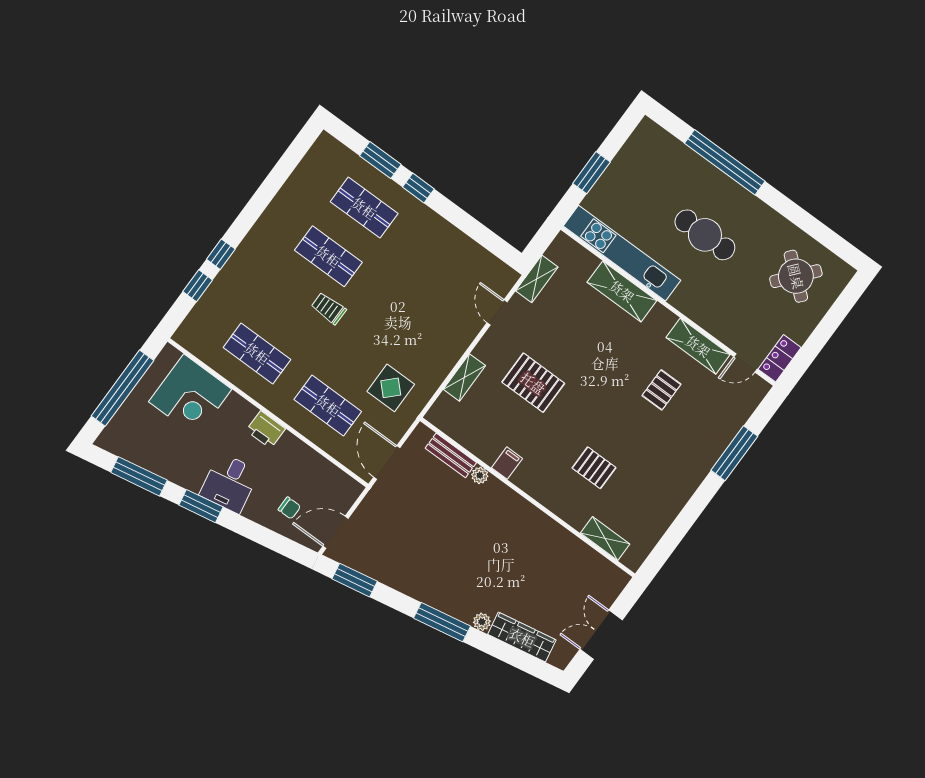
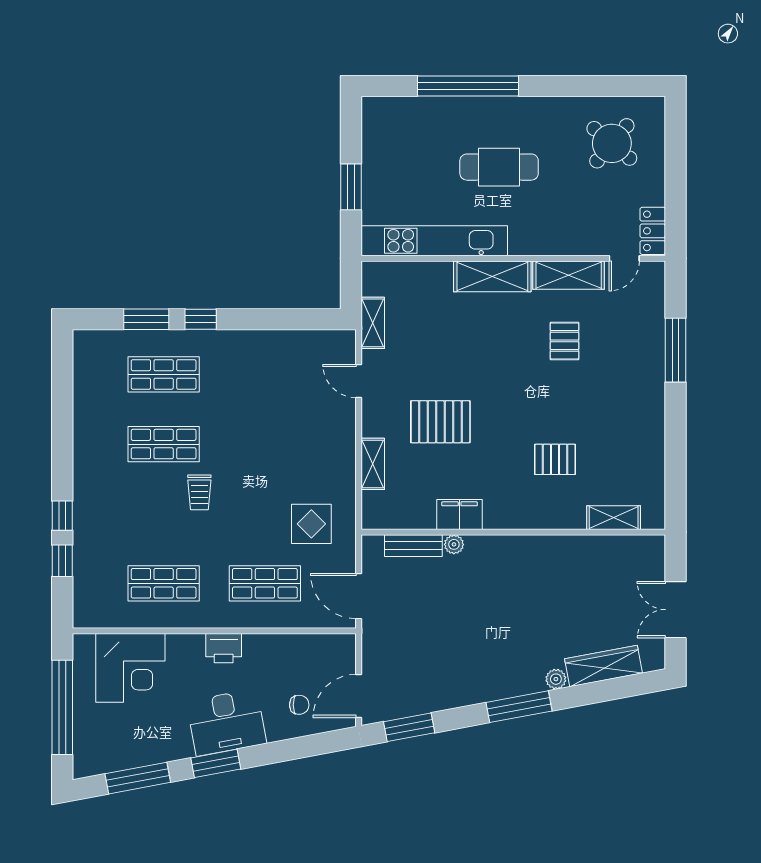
shelving: (622, 291) -> (492, 276), moved
trolley: (329, 308) -> (199, 492), turned -90
filing cabinet: (507, 463) -> (460, 514), width x2.00
desk: (229, 483) -> (226, 722), width x1.37

